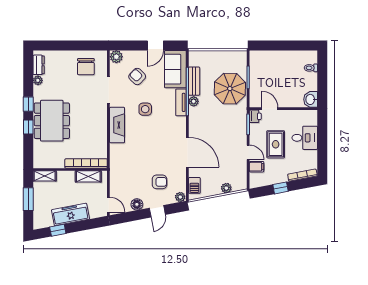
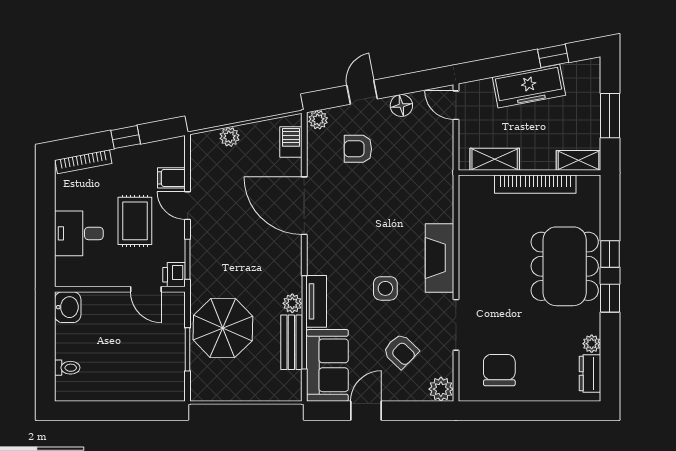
bookcase: (86, 163) -> (535, 184), moved

